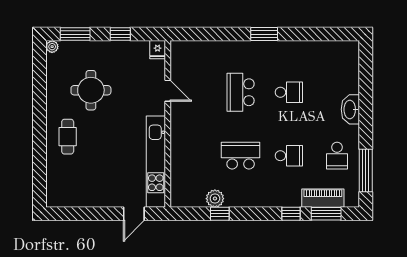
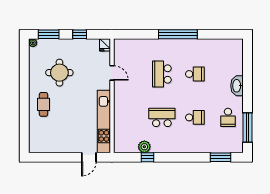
window: (264, 34) -> (178, 34), width x2.11
piano: (323, 198) -> (218, 146), removed
window: (291, 214) -> (196, 157), removed

